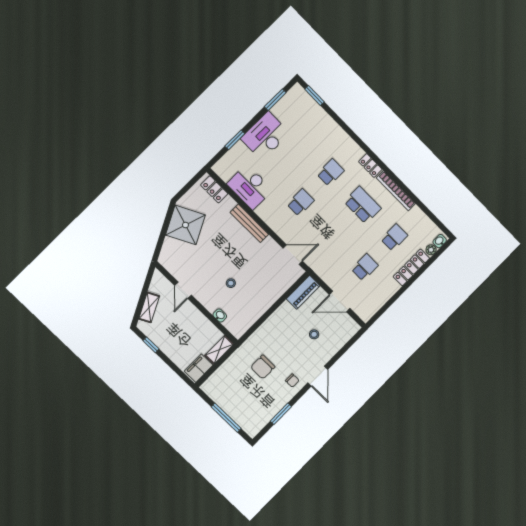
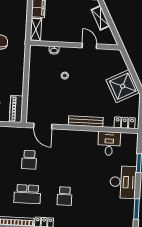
desk: (250, 187) -> (109, 144), width x0.73
school desk: (301, 202) -> (29, 160), moved
door: (293, 255) -> (43, 126), hinge flipped

